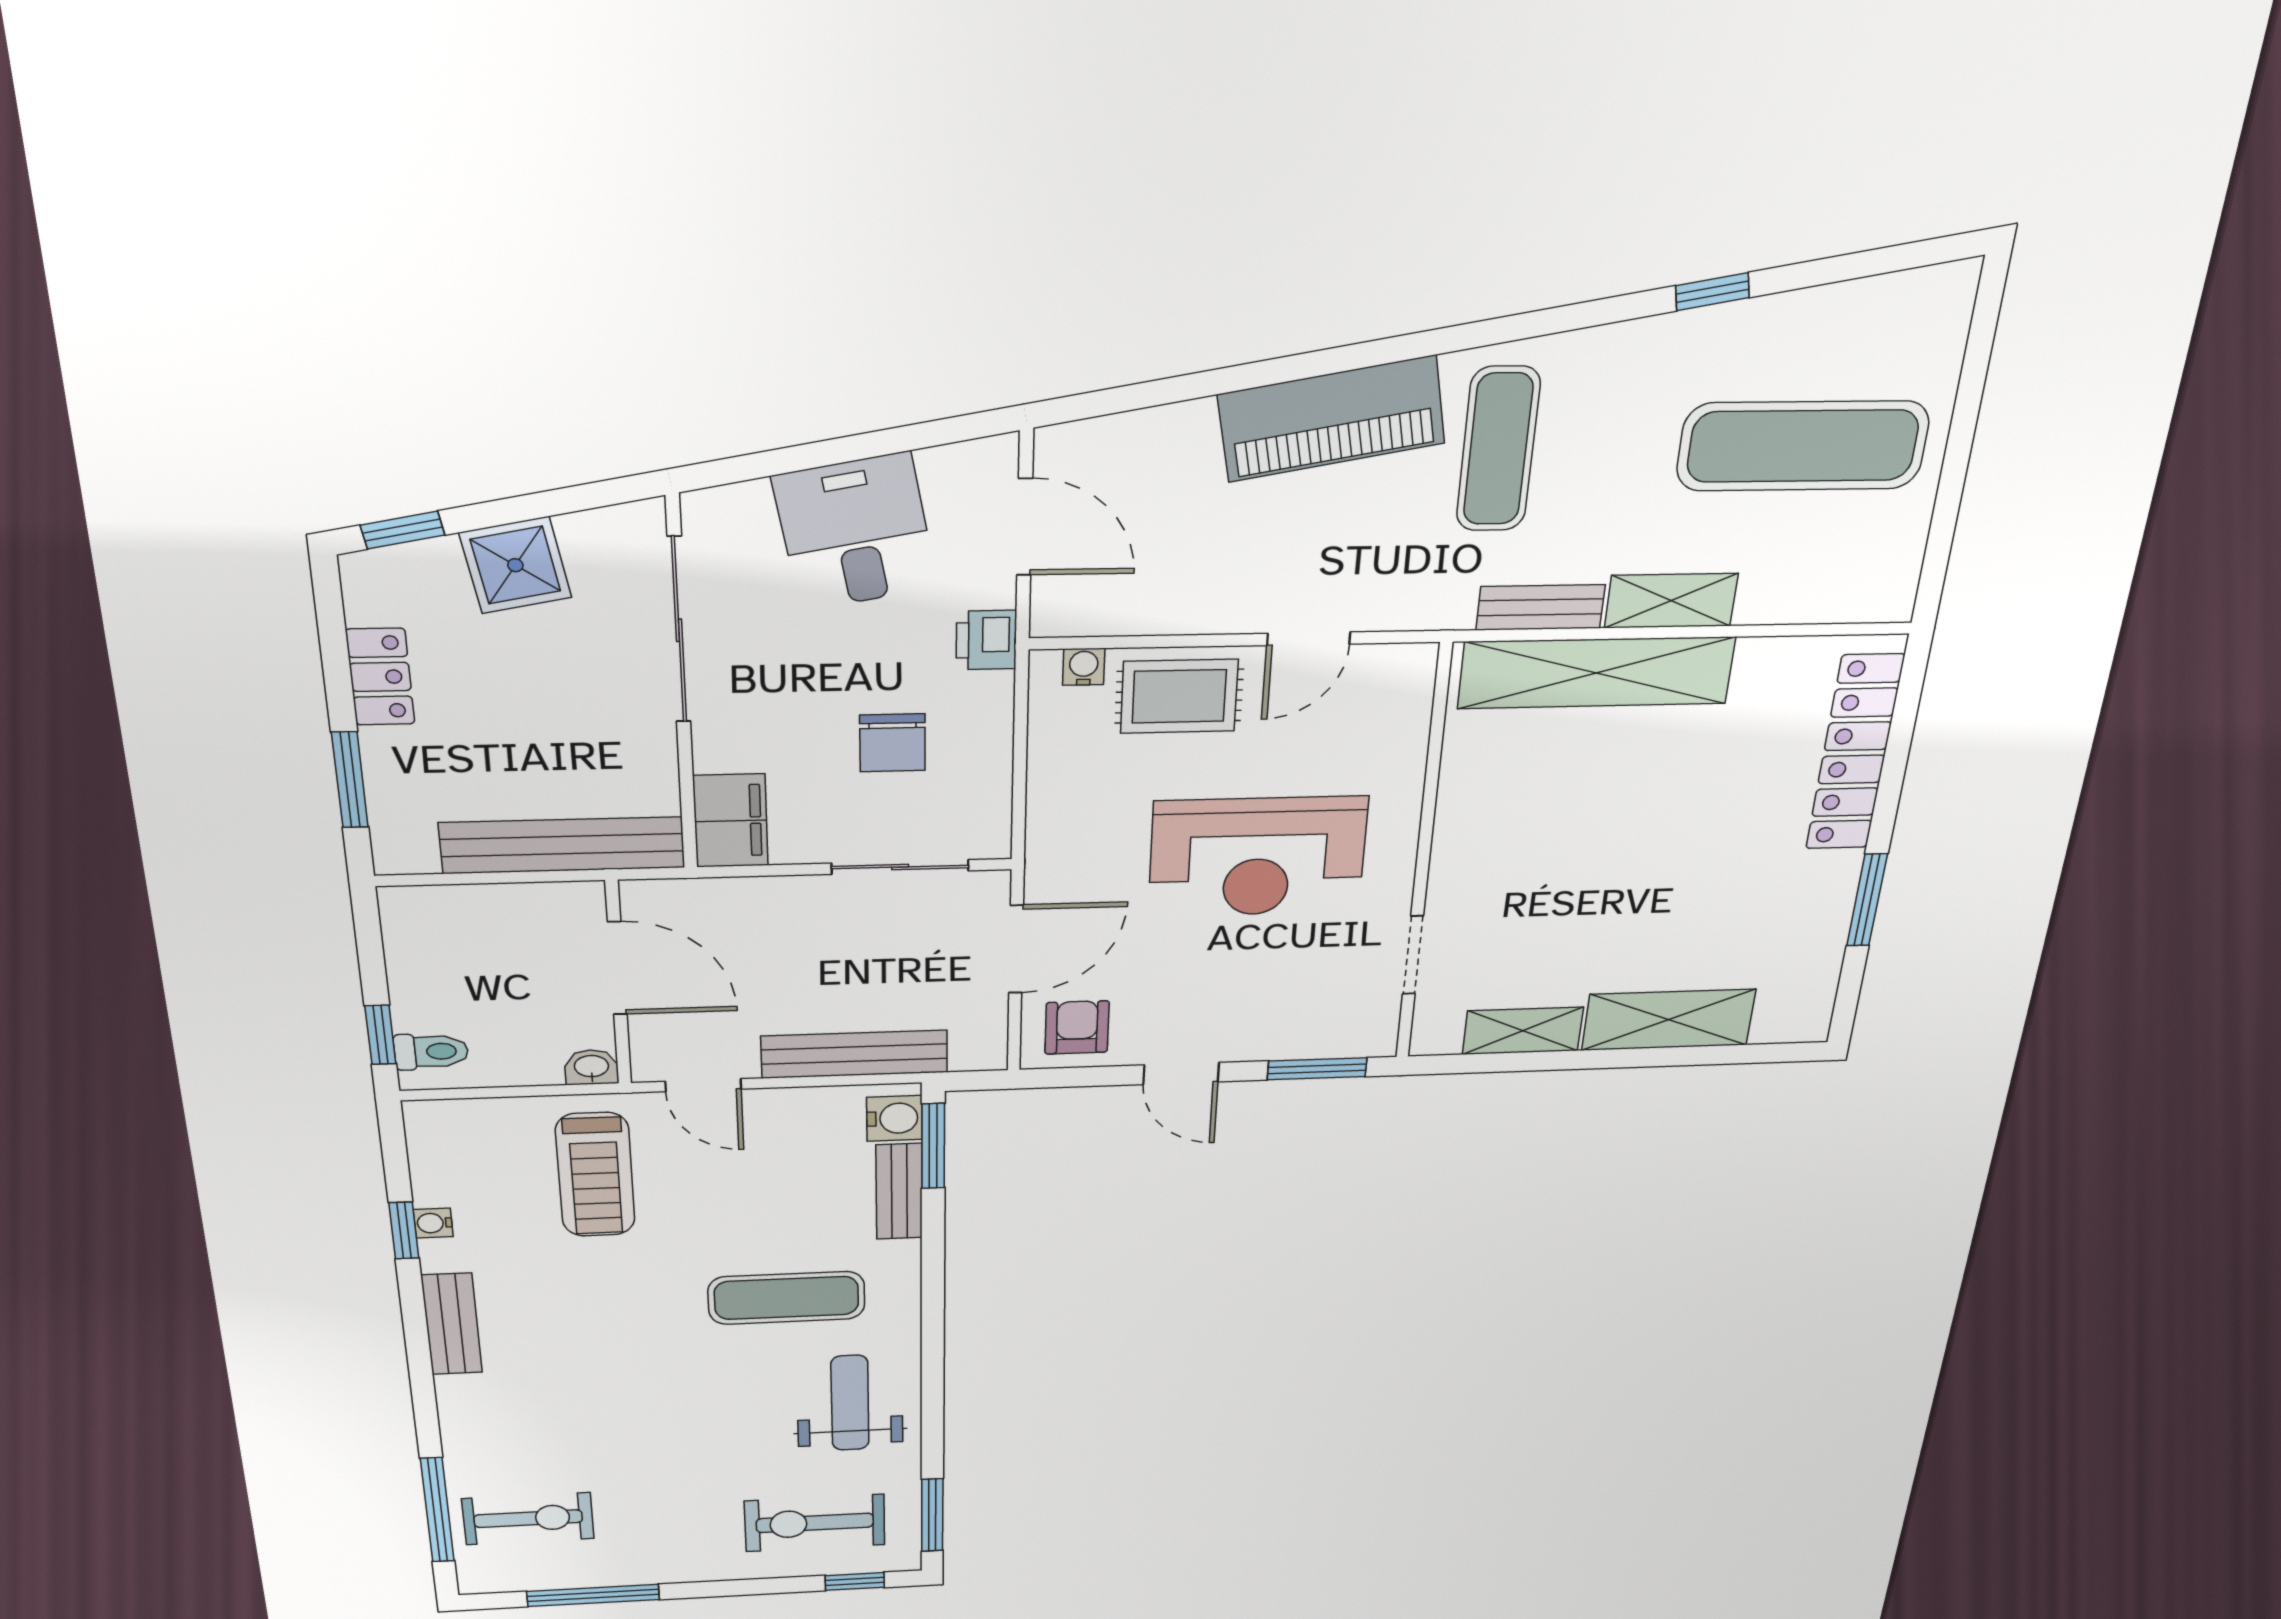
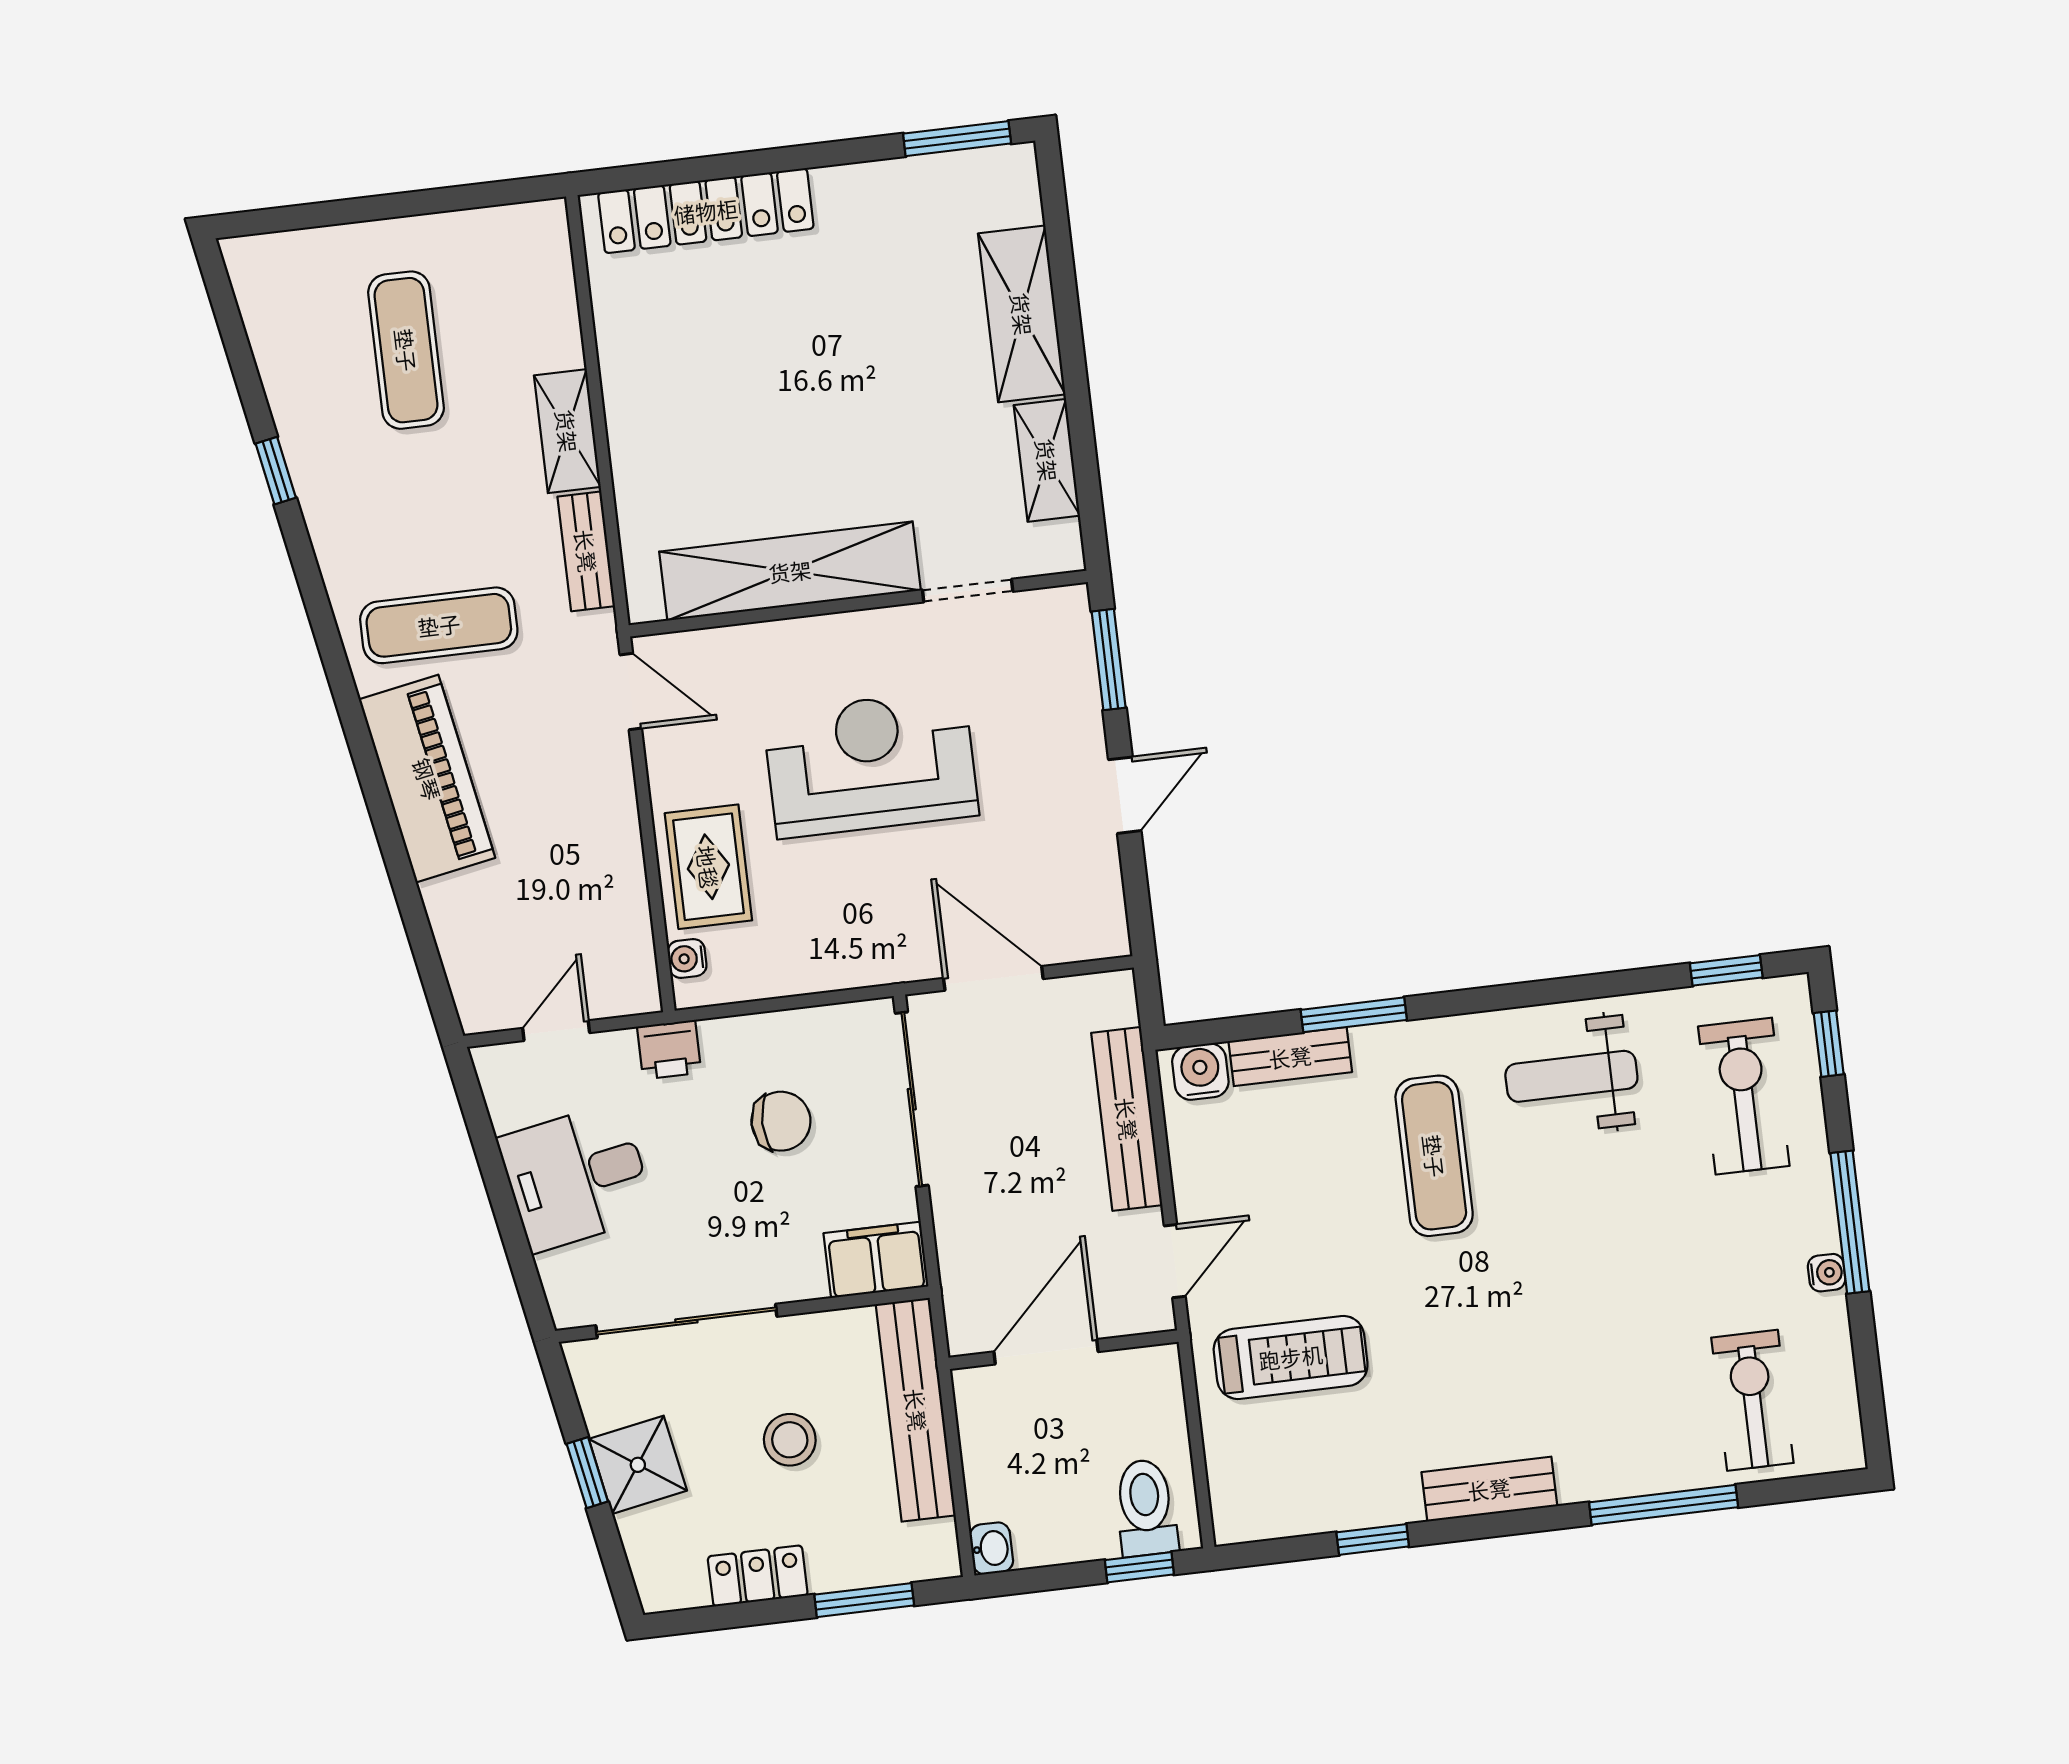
exercise mat: (1803, 446) -> (406, 350), width x0.73, depth x0.69
door: (1025, 527) -> (556, 1031), width x0.73
window: (402, 530) -> (587, 1473), moved
door: (1309, 639) -> (631, 691), moved
shelving: (1596, 673) -> (790, 571), moved, turned 90
stool: (536, 722) -> (790, 1440), added
reception desk: (1258, 857) -> (871, 764), turned -90
sliding door: (900, 867) -> (912, 1099), width x1.37
window: (1867, 900) -> (957, 139), moved
armchair: (1077, 1027) -> (1078, 907), removed
toilet: (431, 1052) -> (1146, 1508), width x1.37, depth x1.39
washbasin: (591, 1067) -> (991, 1548), moved, turned 180
window: (933, 1146) -> (1354, 1015), moved
water cooler: (433, 1223) -> (1827, 1273), moved, turned -90
window: (437, 1510) -> (1664, 1505), moved
window: (932, 1515) -> (1726, 970), width x0.67
exercise bike: (815, 1523) -> (1744, 1096), turned 180
window: (593, 1595) -> (1850, 1222), moved

